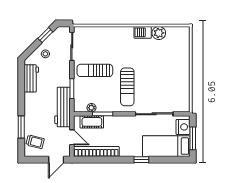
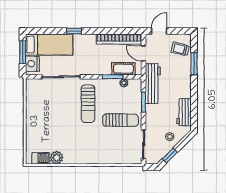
barbecue: (143, 32) -> (40, 158), moved
sun lounger: (127, 87) -> (88, 104), turned 180

